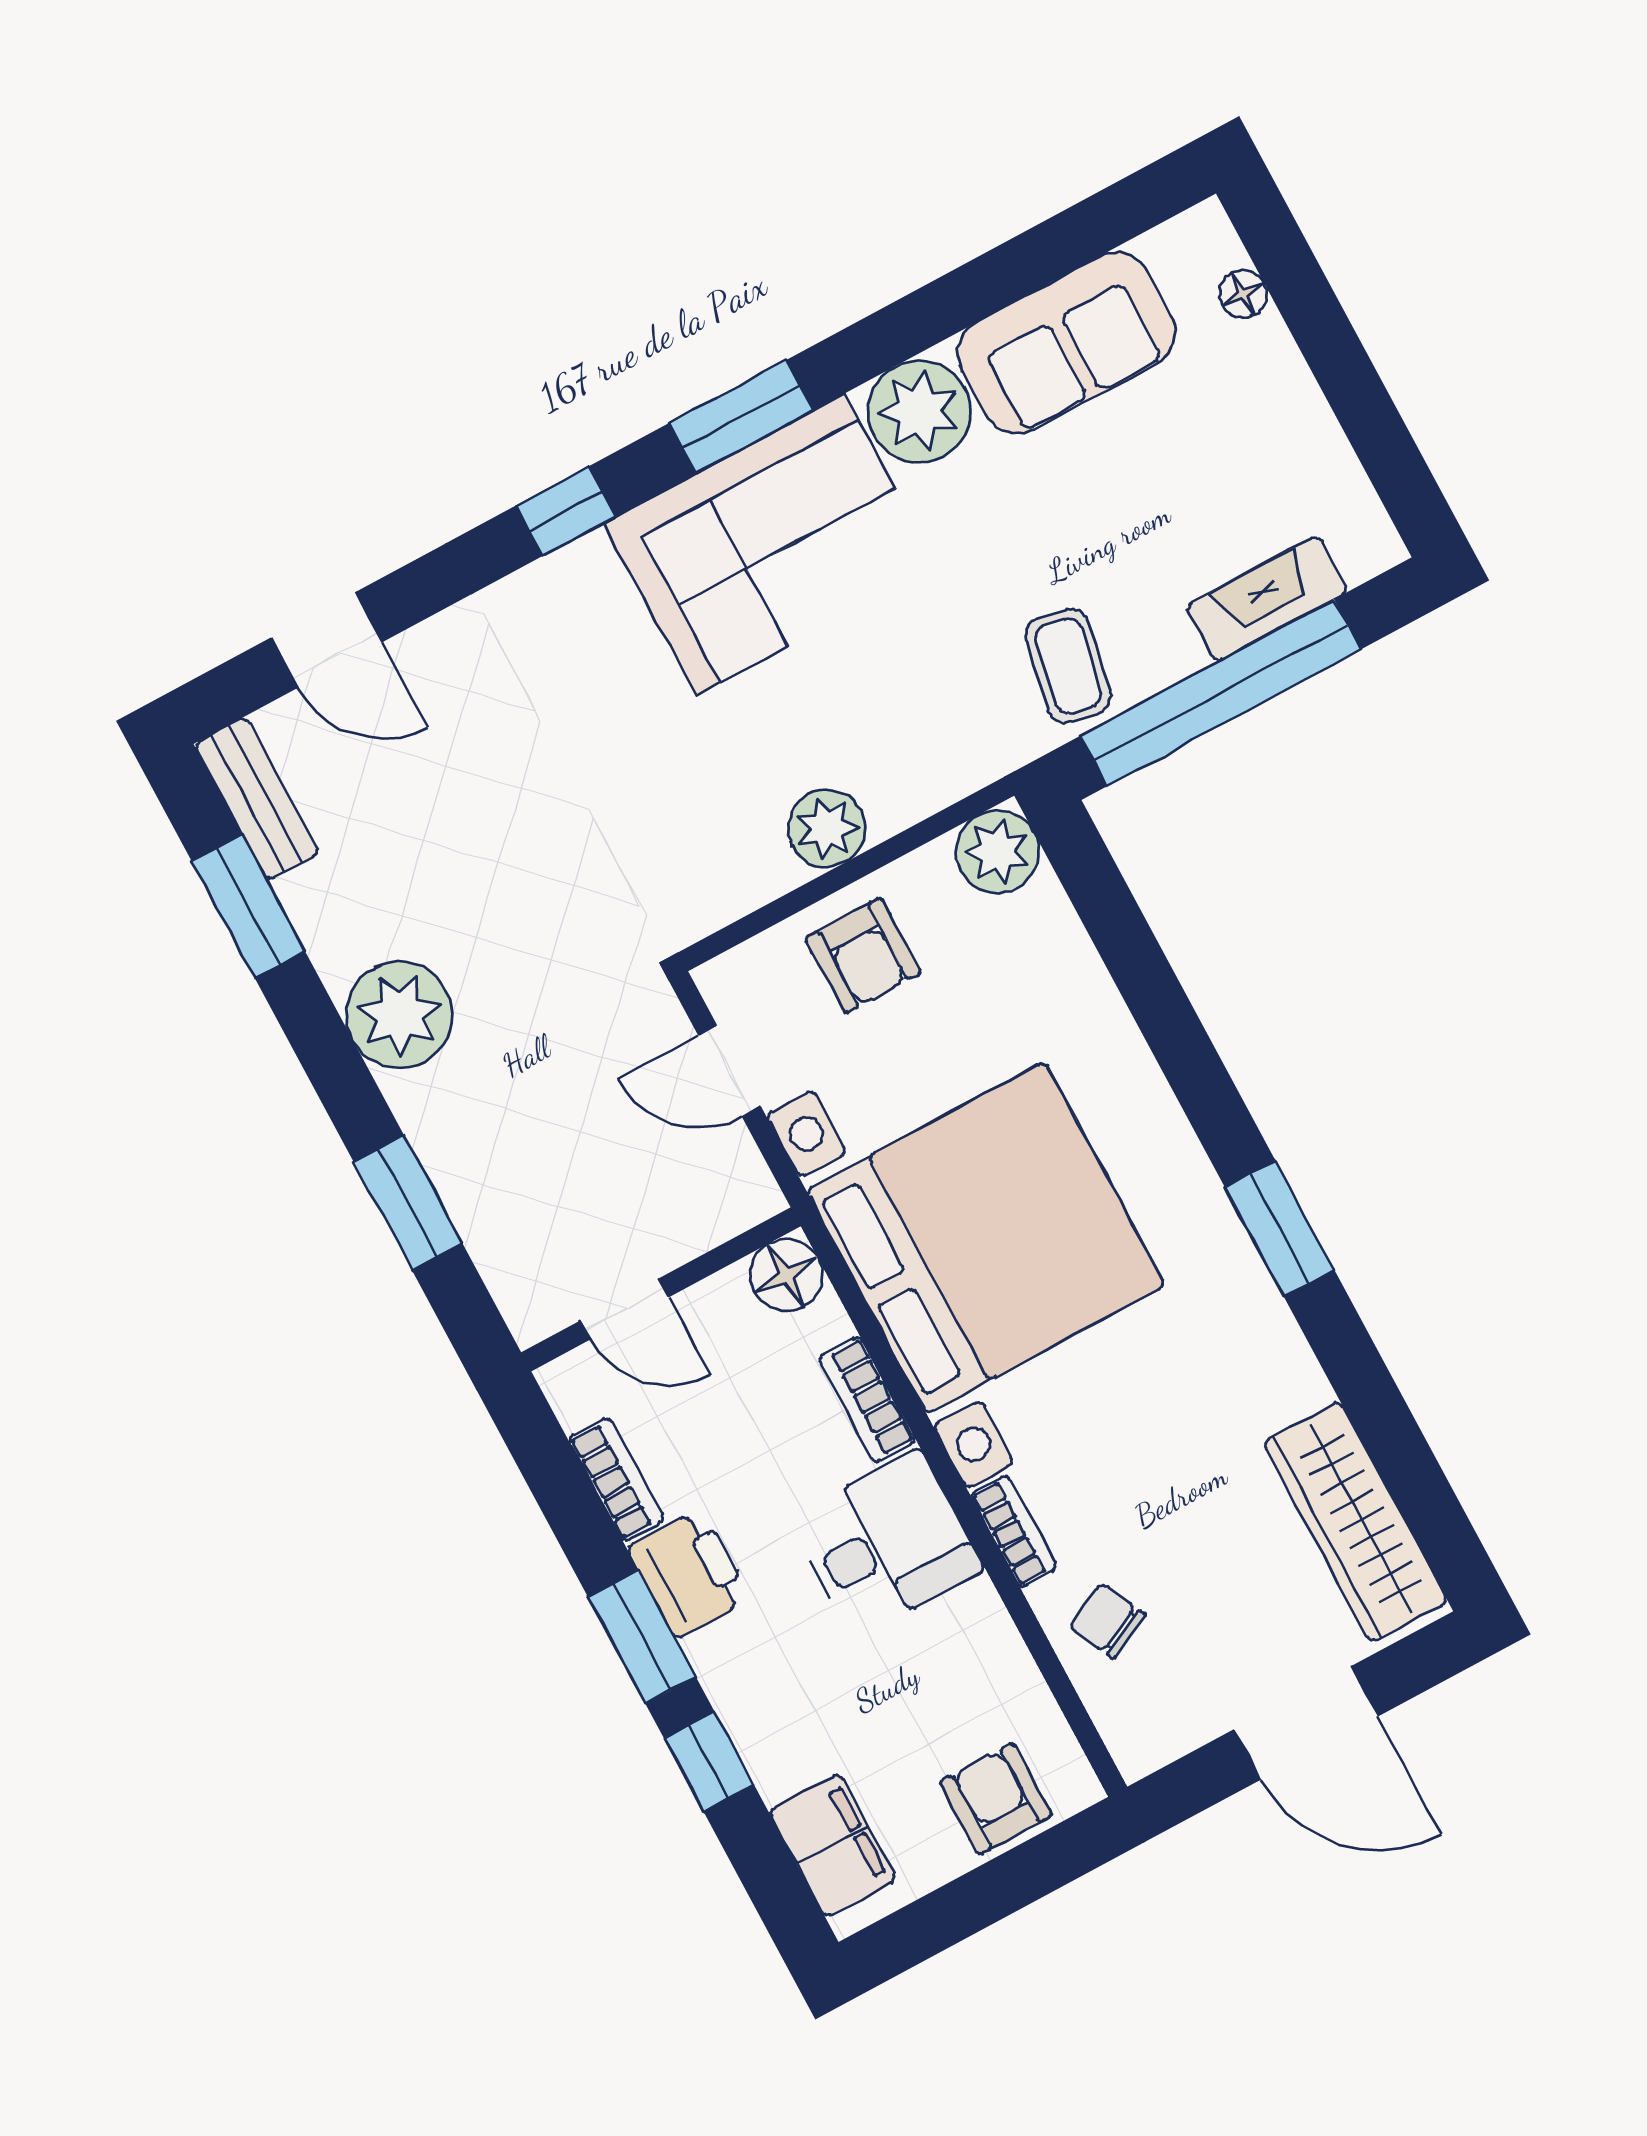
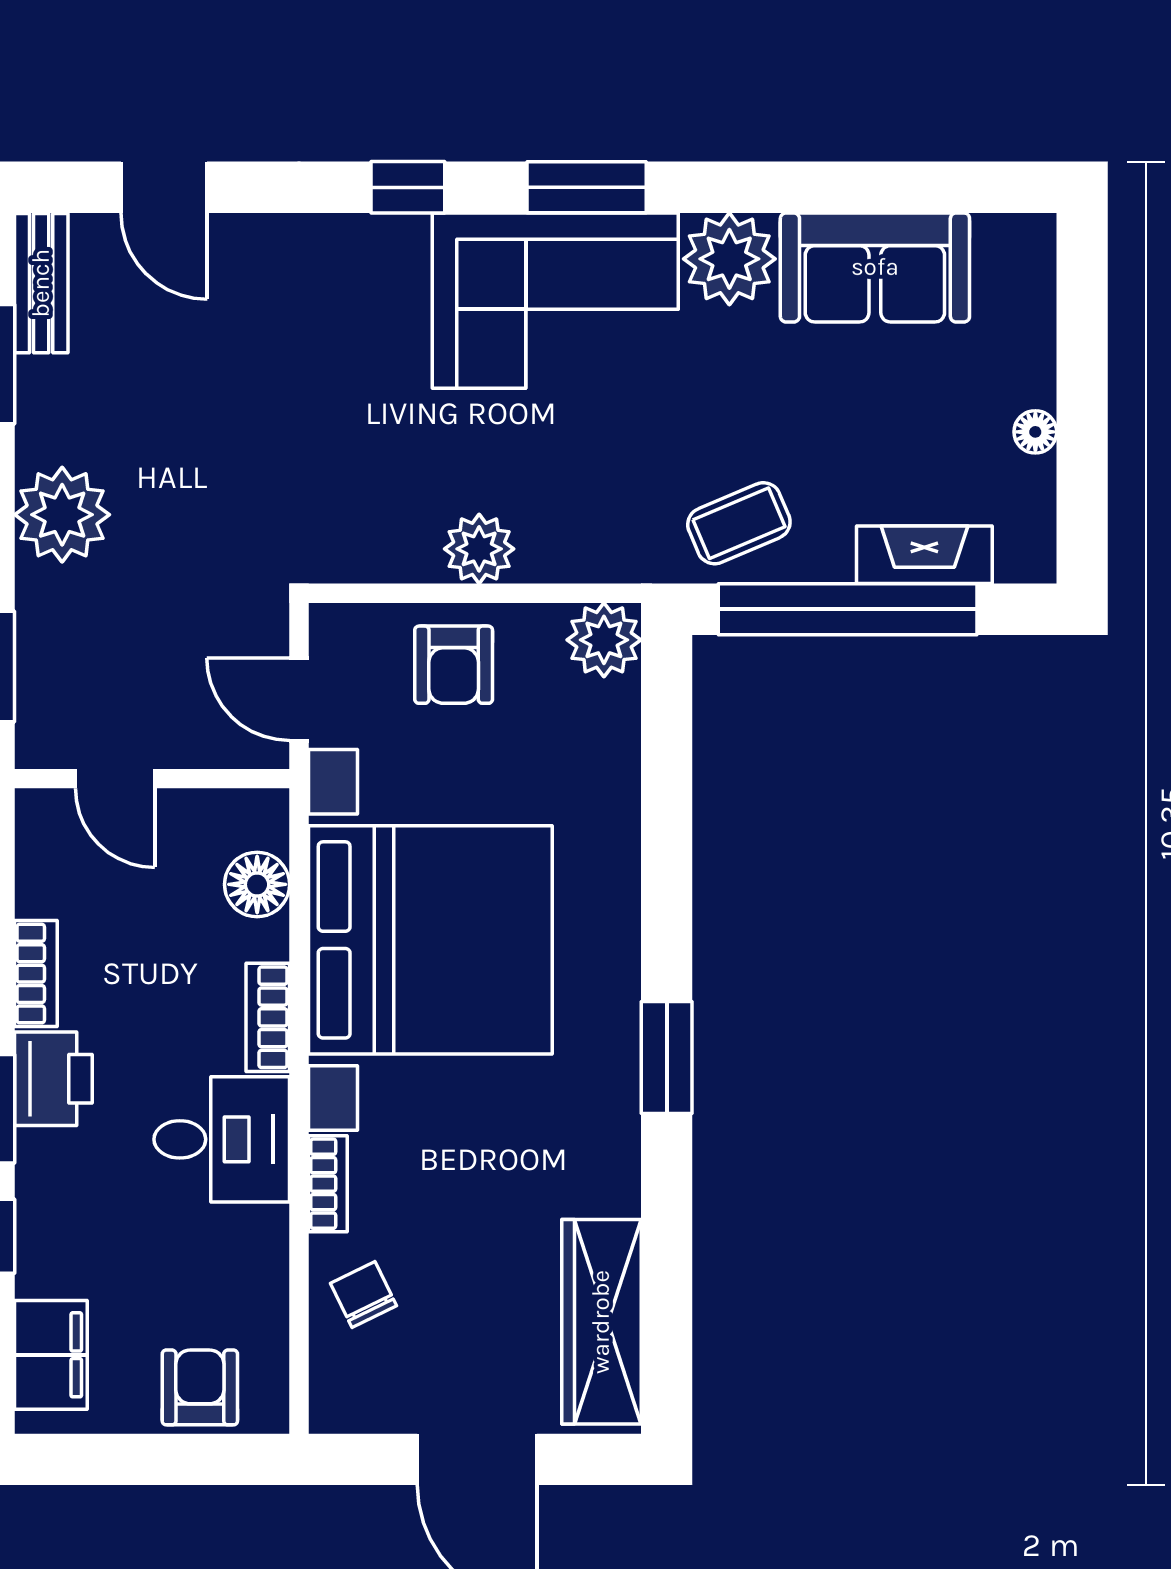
floor lamp: (1243, 294) -> (1035, 432), moved
coffee table: (1068, 666) -> (739, 523), turned 56
wall: (661, 1289) -> (152, 779), moved
door: (625, 1309) -> (115, 779), moved

